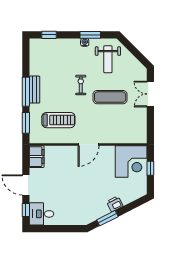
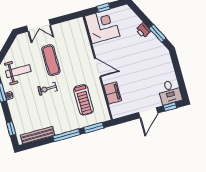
bench: (34, 90) -> (38, 135), moved, width x1.36
treadmill: (58, 120) -> (83, 100), turned 180
filing cabinet: (37, 157) -> (113, 93), moved, turned 90

